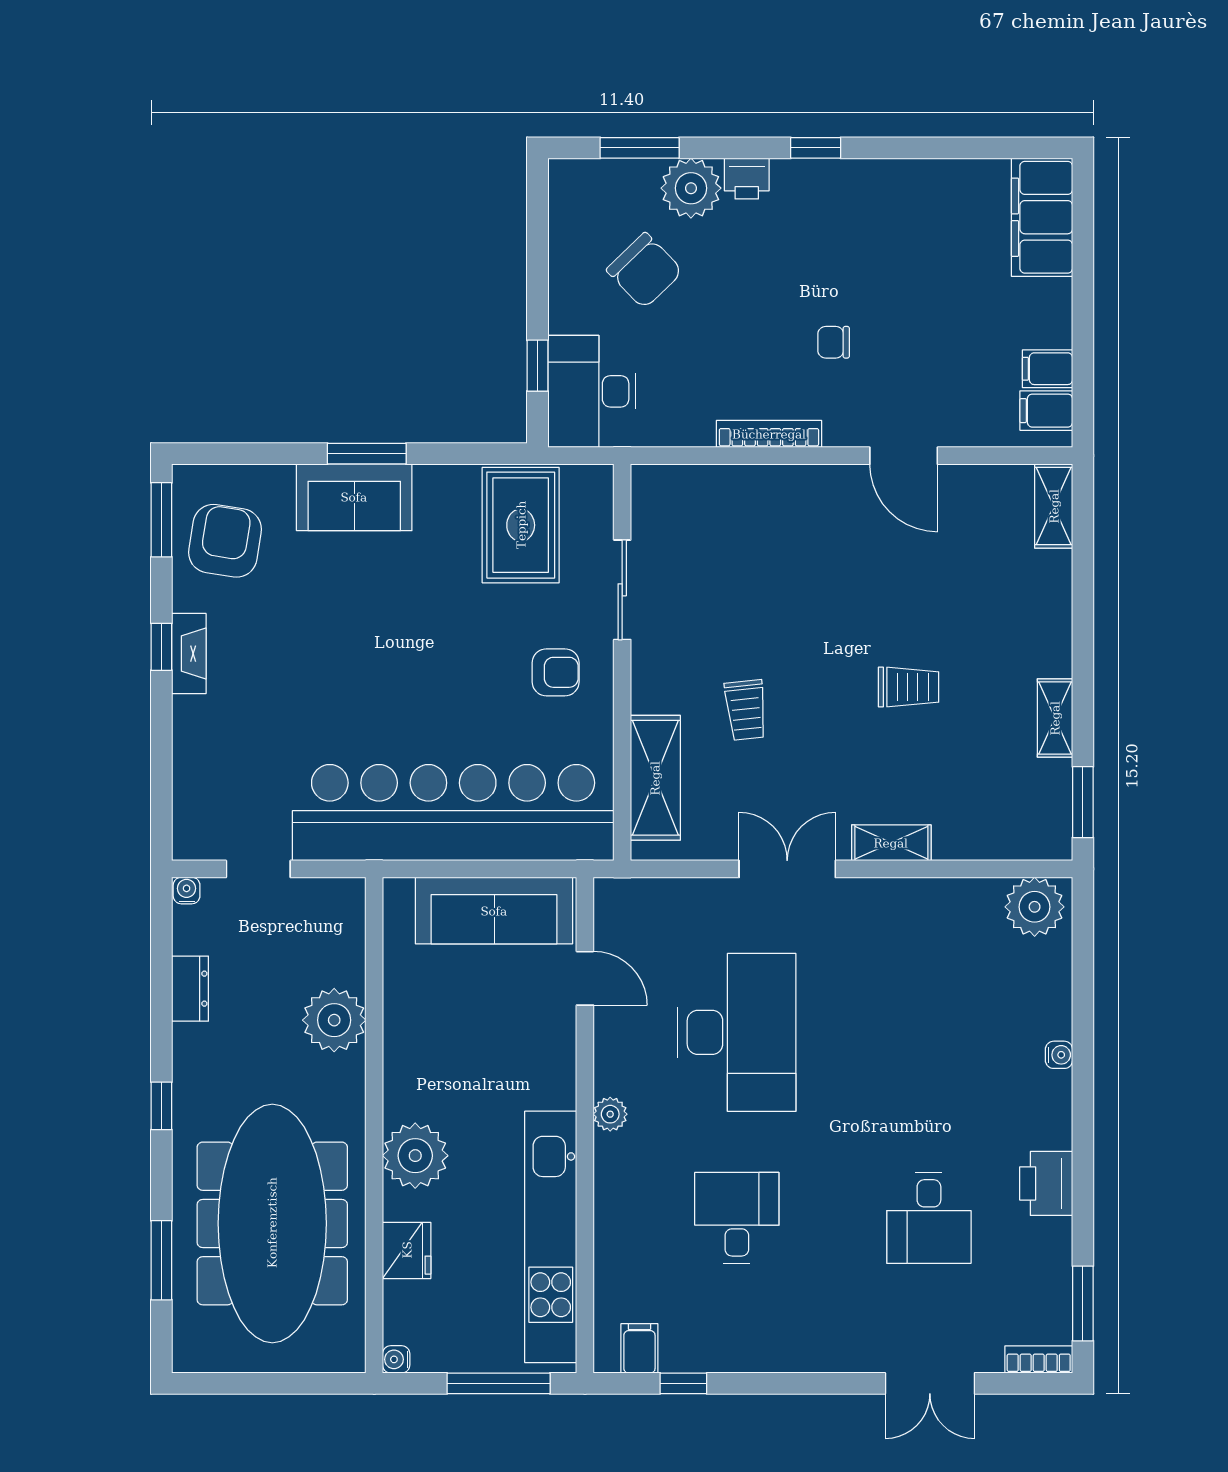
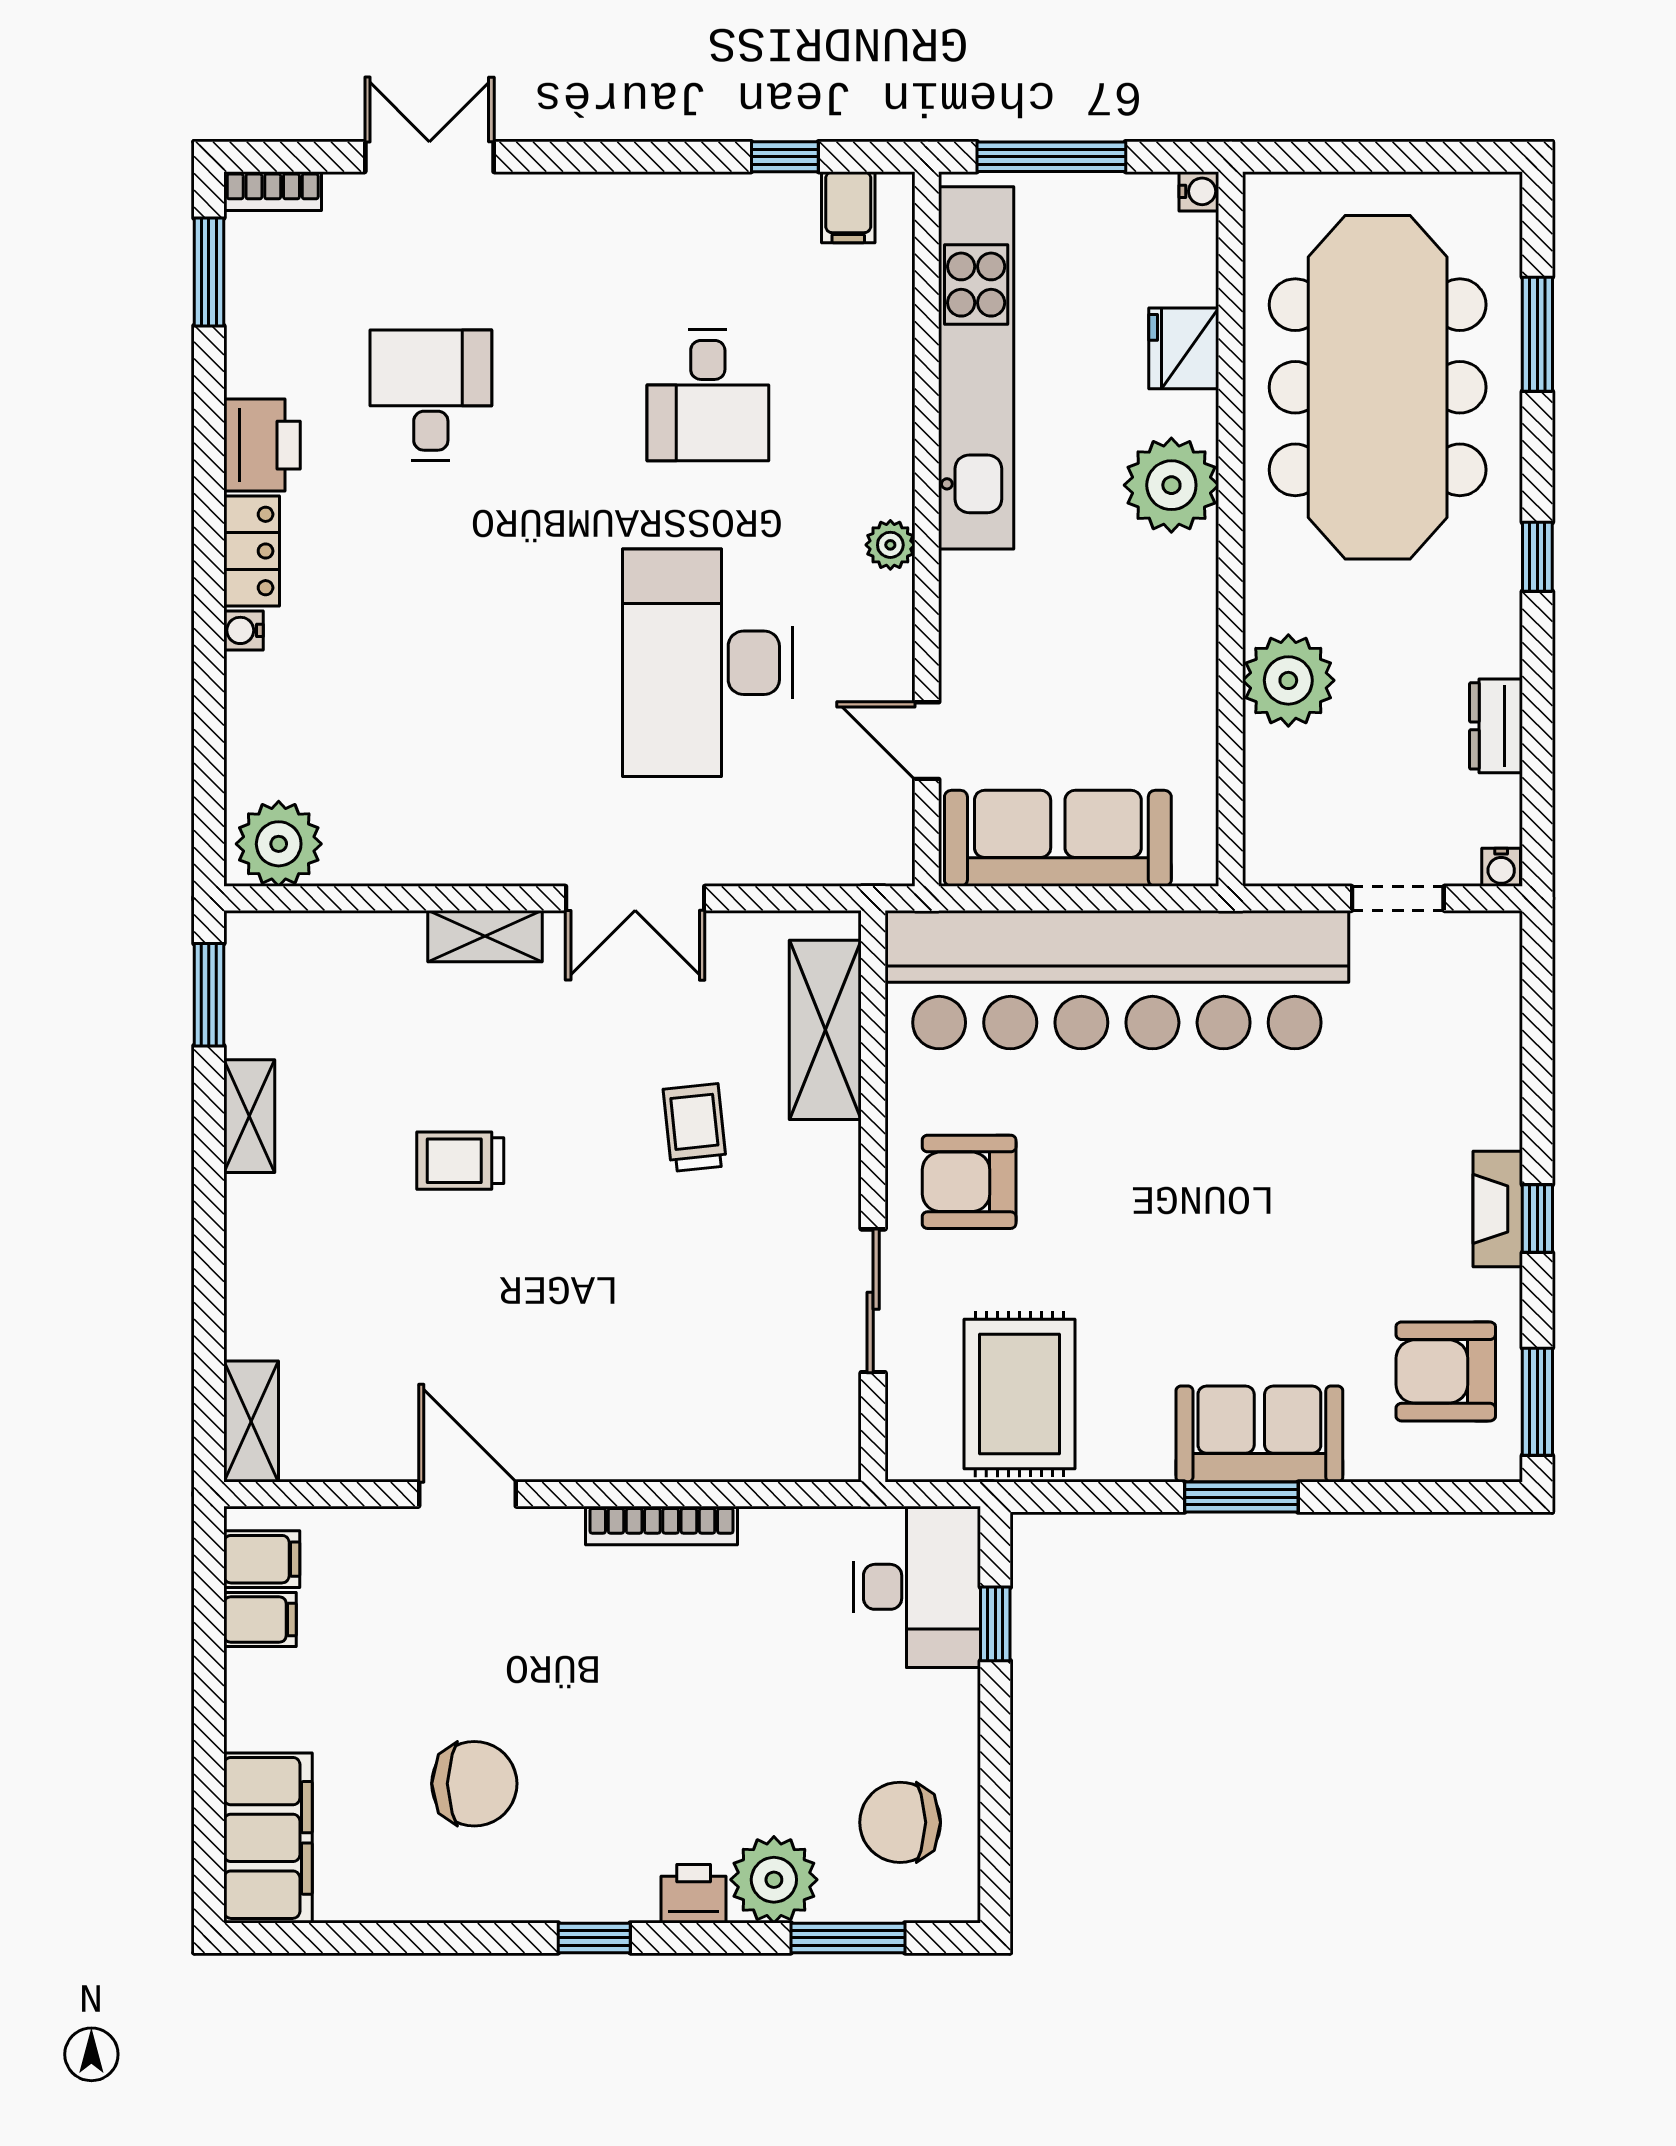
chair: (645, 271) -> (900, 1822), moved, turned -46
chair: (834, 342) -> (474, 1784), moved, width x1.87, depth x1.87
armchair: (225, 541) -> (1446, 1371), turned 81
armchair: (556, 672) -> (969, 1182), width x1.38, depth x1.38
locker: (1053, 1110) -> (252, 551), added

